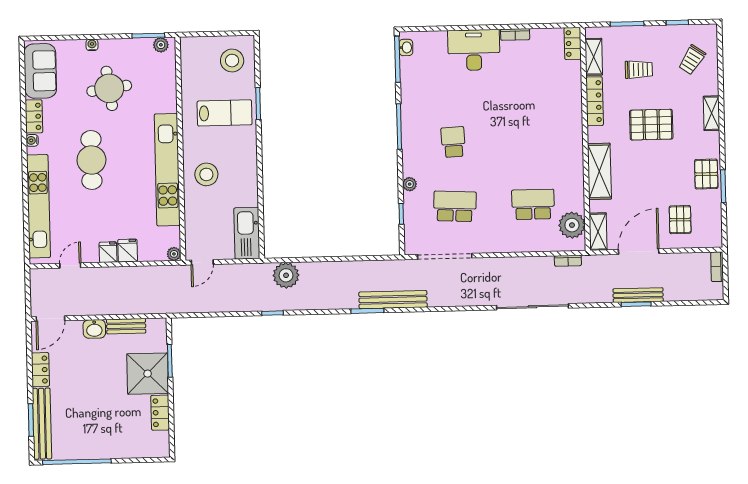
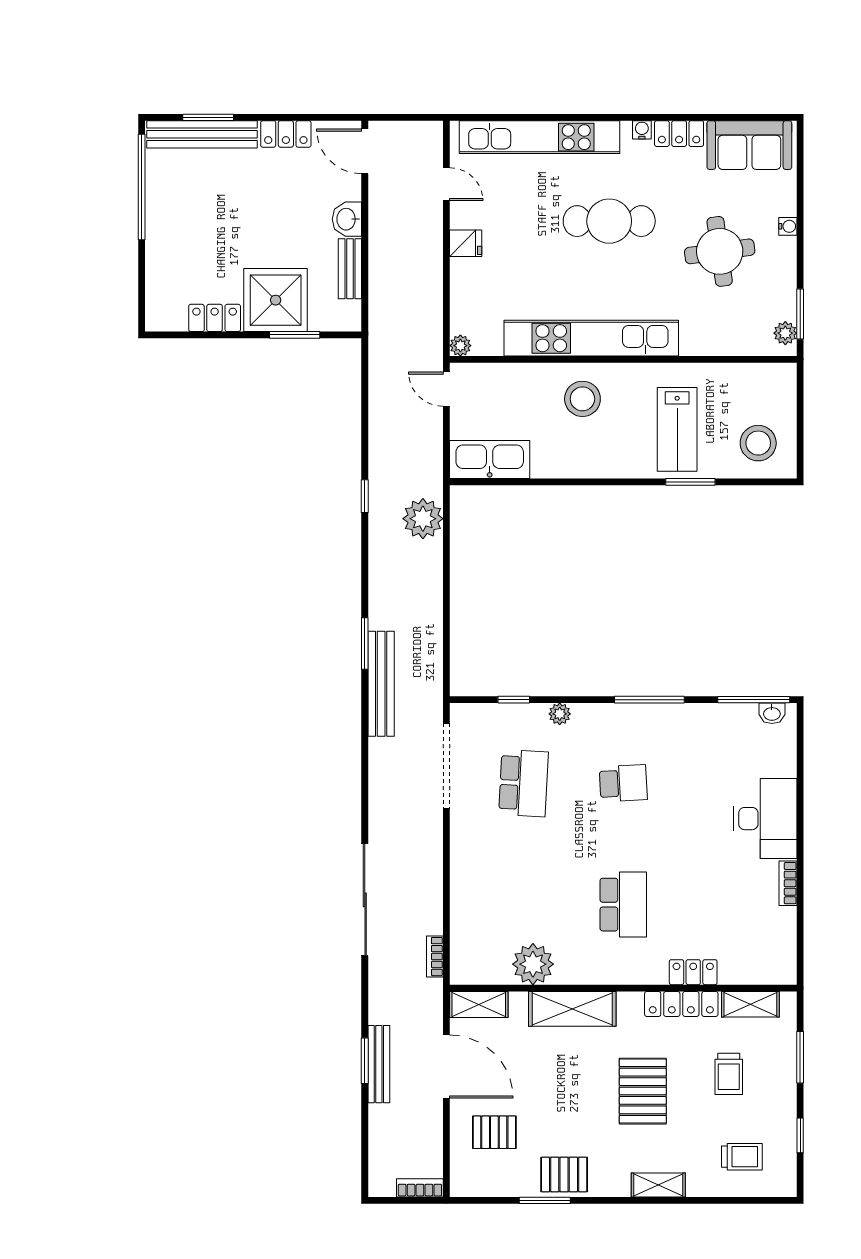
locker: (573, 43) -> (693, 972), moved
trolley: (692, 60) -> (742, 1157), turned 146
school desk: (533, 204) -> (623, 905), moved
plant: (572, 225) -> (533, 964), moved
fridge: (128, 251) -> (467, 274), removed

